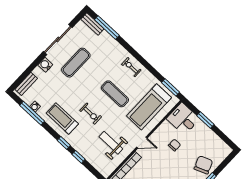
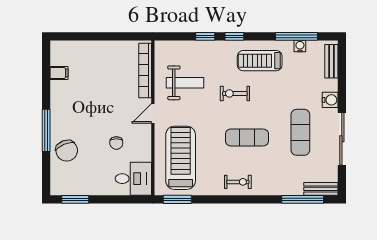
exercise mat: (115, 94) -> (247, 137), moved
treadmill: (62, 118) -> (260, 61), turned 180
window: (205, 120) -> (75, 199), moved

